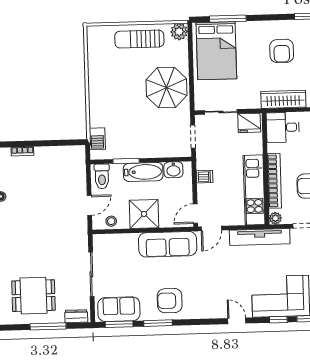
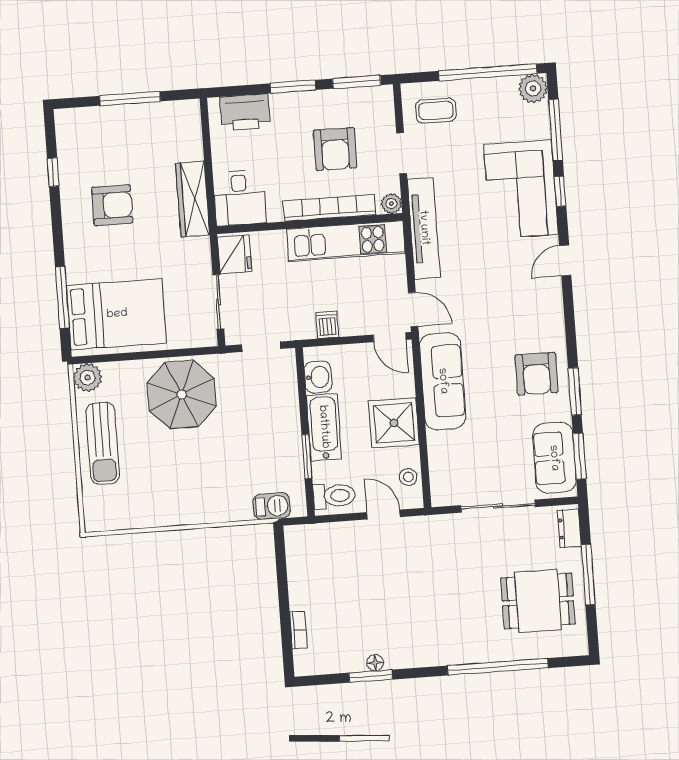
dining table: (34, 296) -> (538, 601), turned 90

